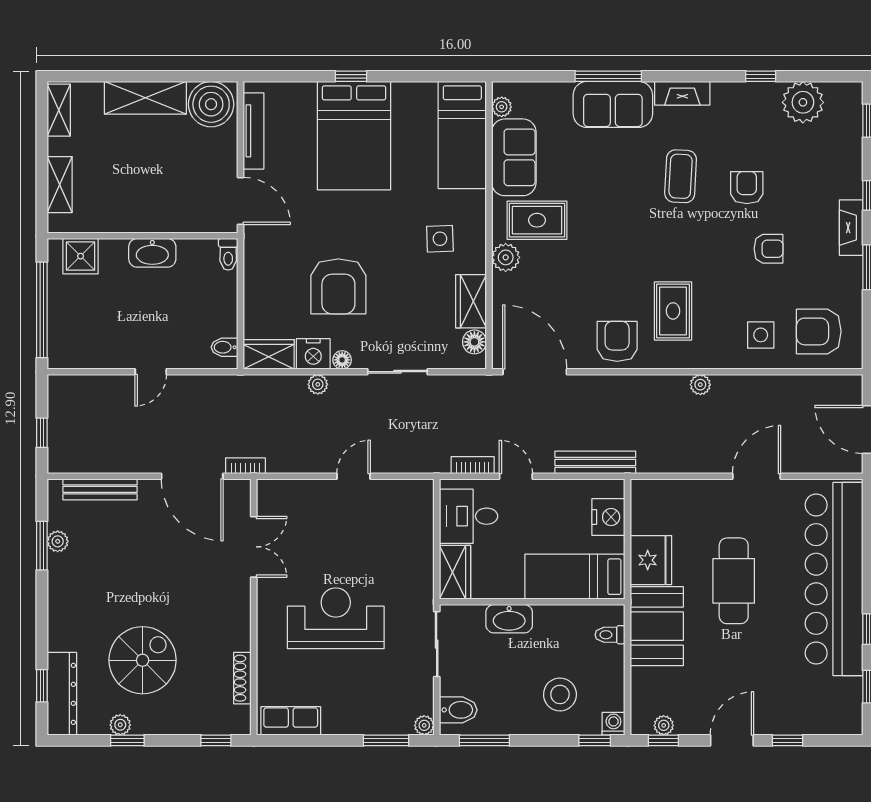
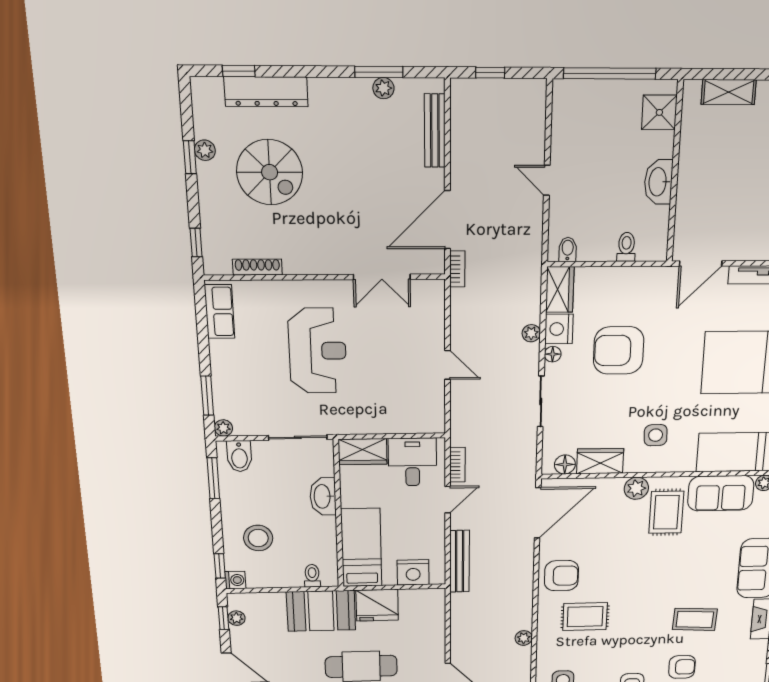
toilet: (228, 254) -> (626, 247), moved, turned 90
dresser: (62, 694) -> (266, 92), moved

